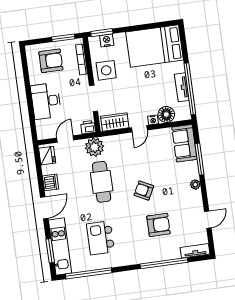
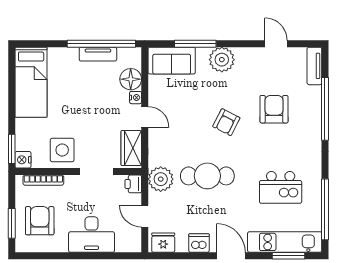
window: (63, 38) -> (12, 223), moved
nightstand: (107, 40) -> (23, 160), moved
bed: (155, 46) -> (31, 82), width x0.67
plant: (195, 184) -> (222, 60), width x1.87, depth x1.87

